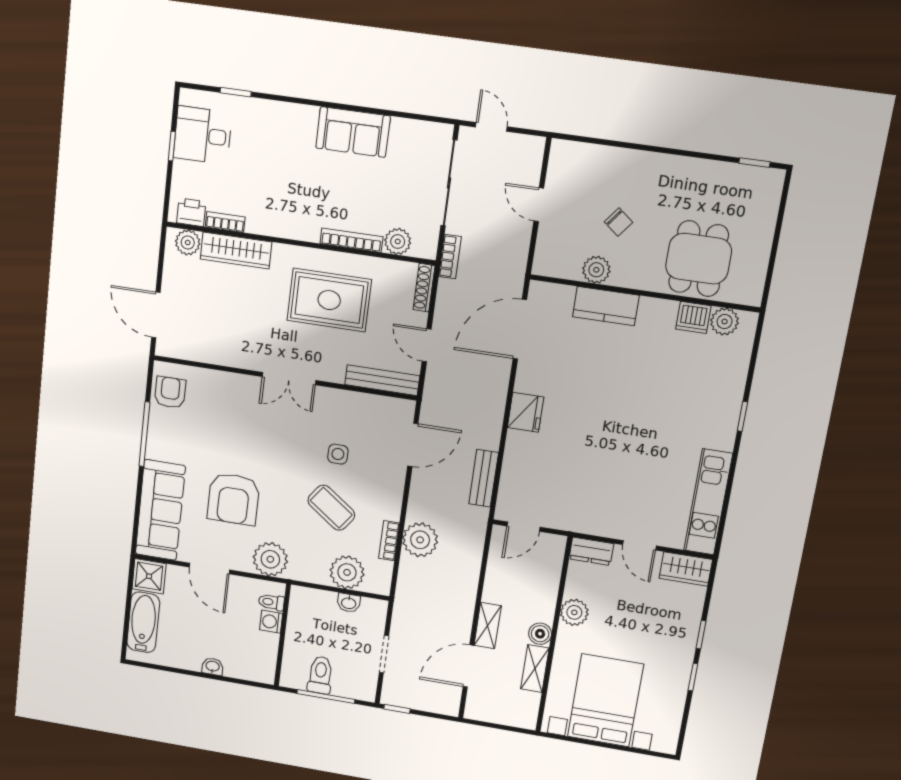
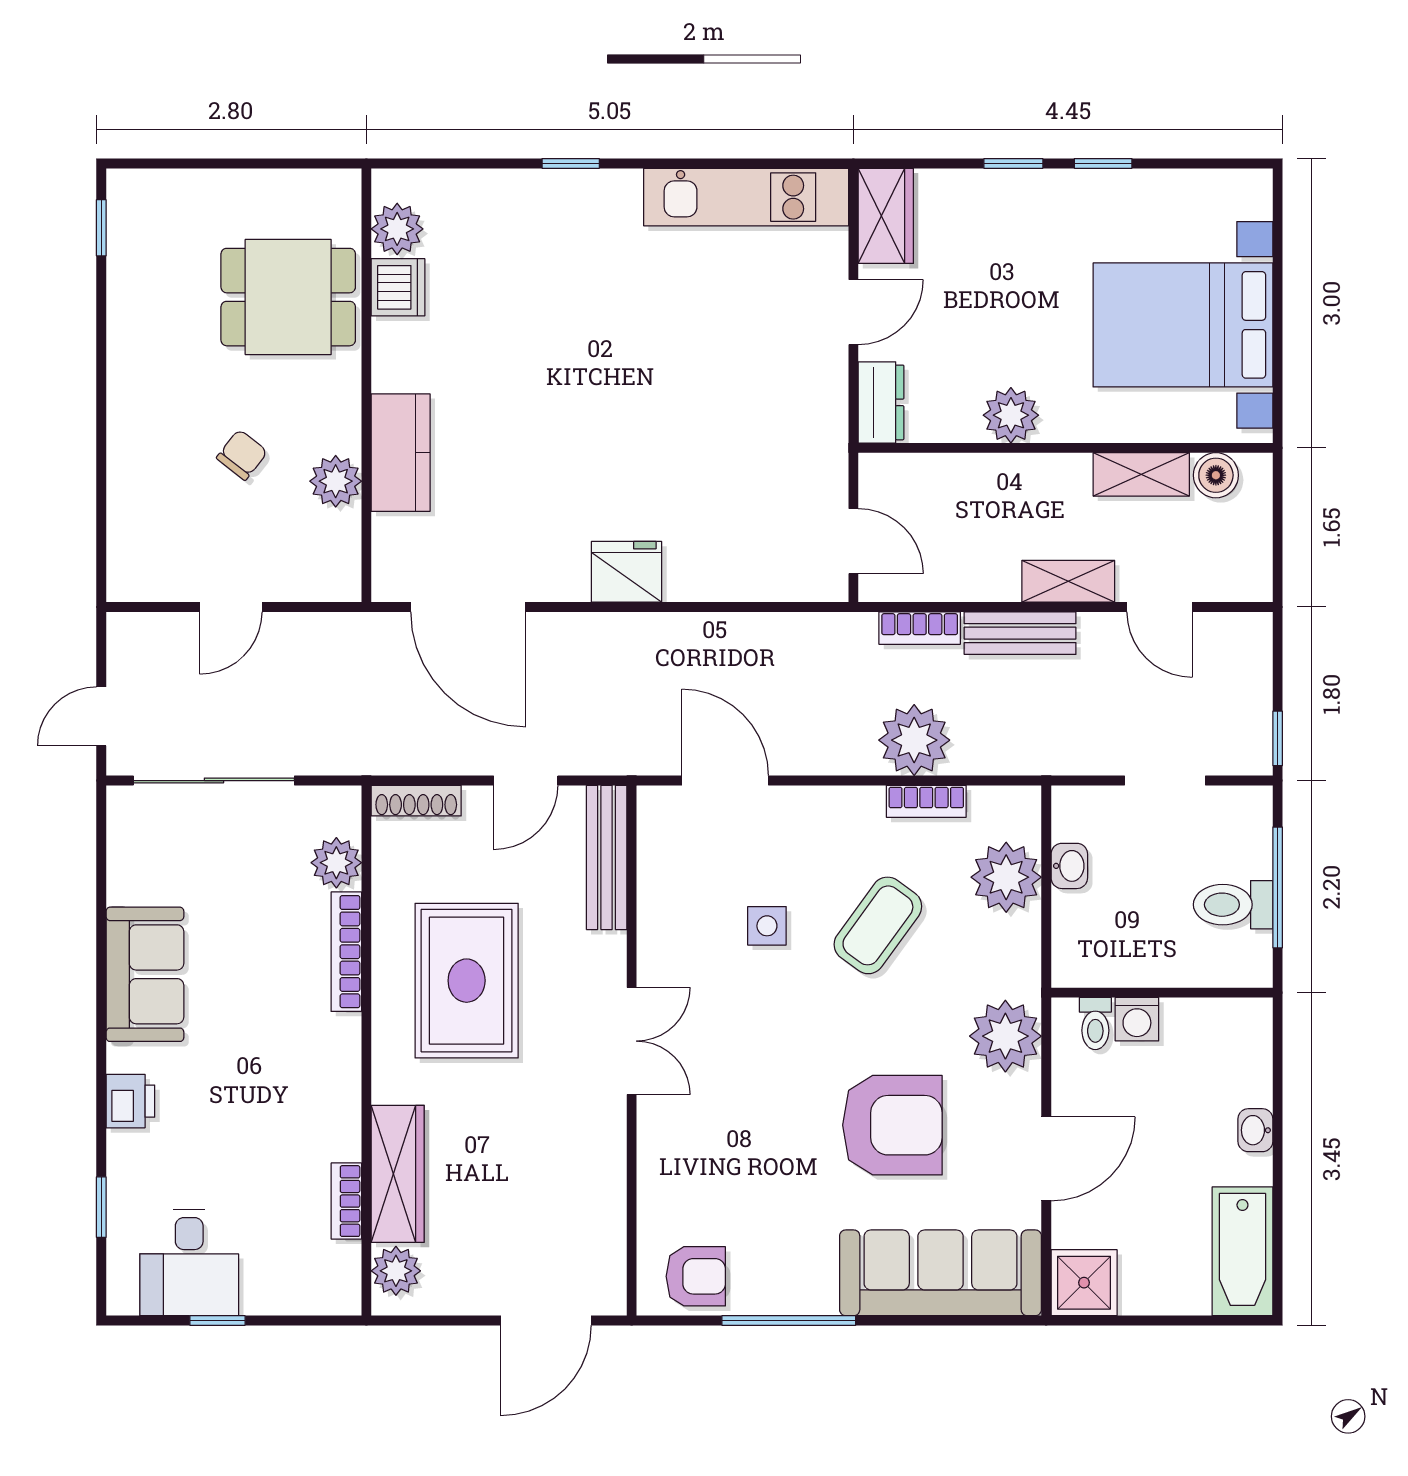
printer: (191, 212) -> (130, 1101), moved, turned 180
bookcase: (450, 257) -> (920, 628), moved, turned 180
armchair: (170, 392) -> (696, 1276), turned 180
bench: (484, 478) -> (1020, 633), moved
bathtub: (143, 622) -> (1242, 1251), moved, turned -90
boiler: (540, 634) -> (1216, 475), moved
door: (468, 666) -> (1160, 607), width x0.73

